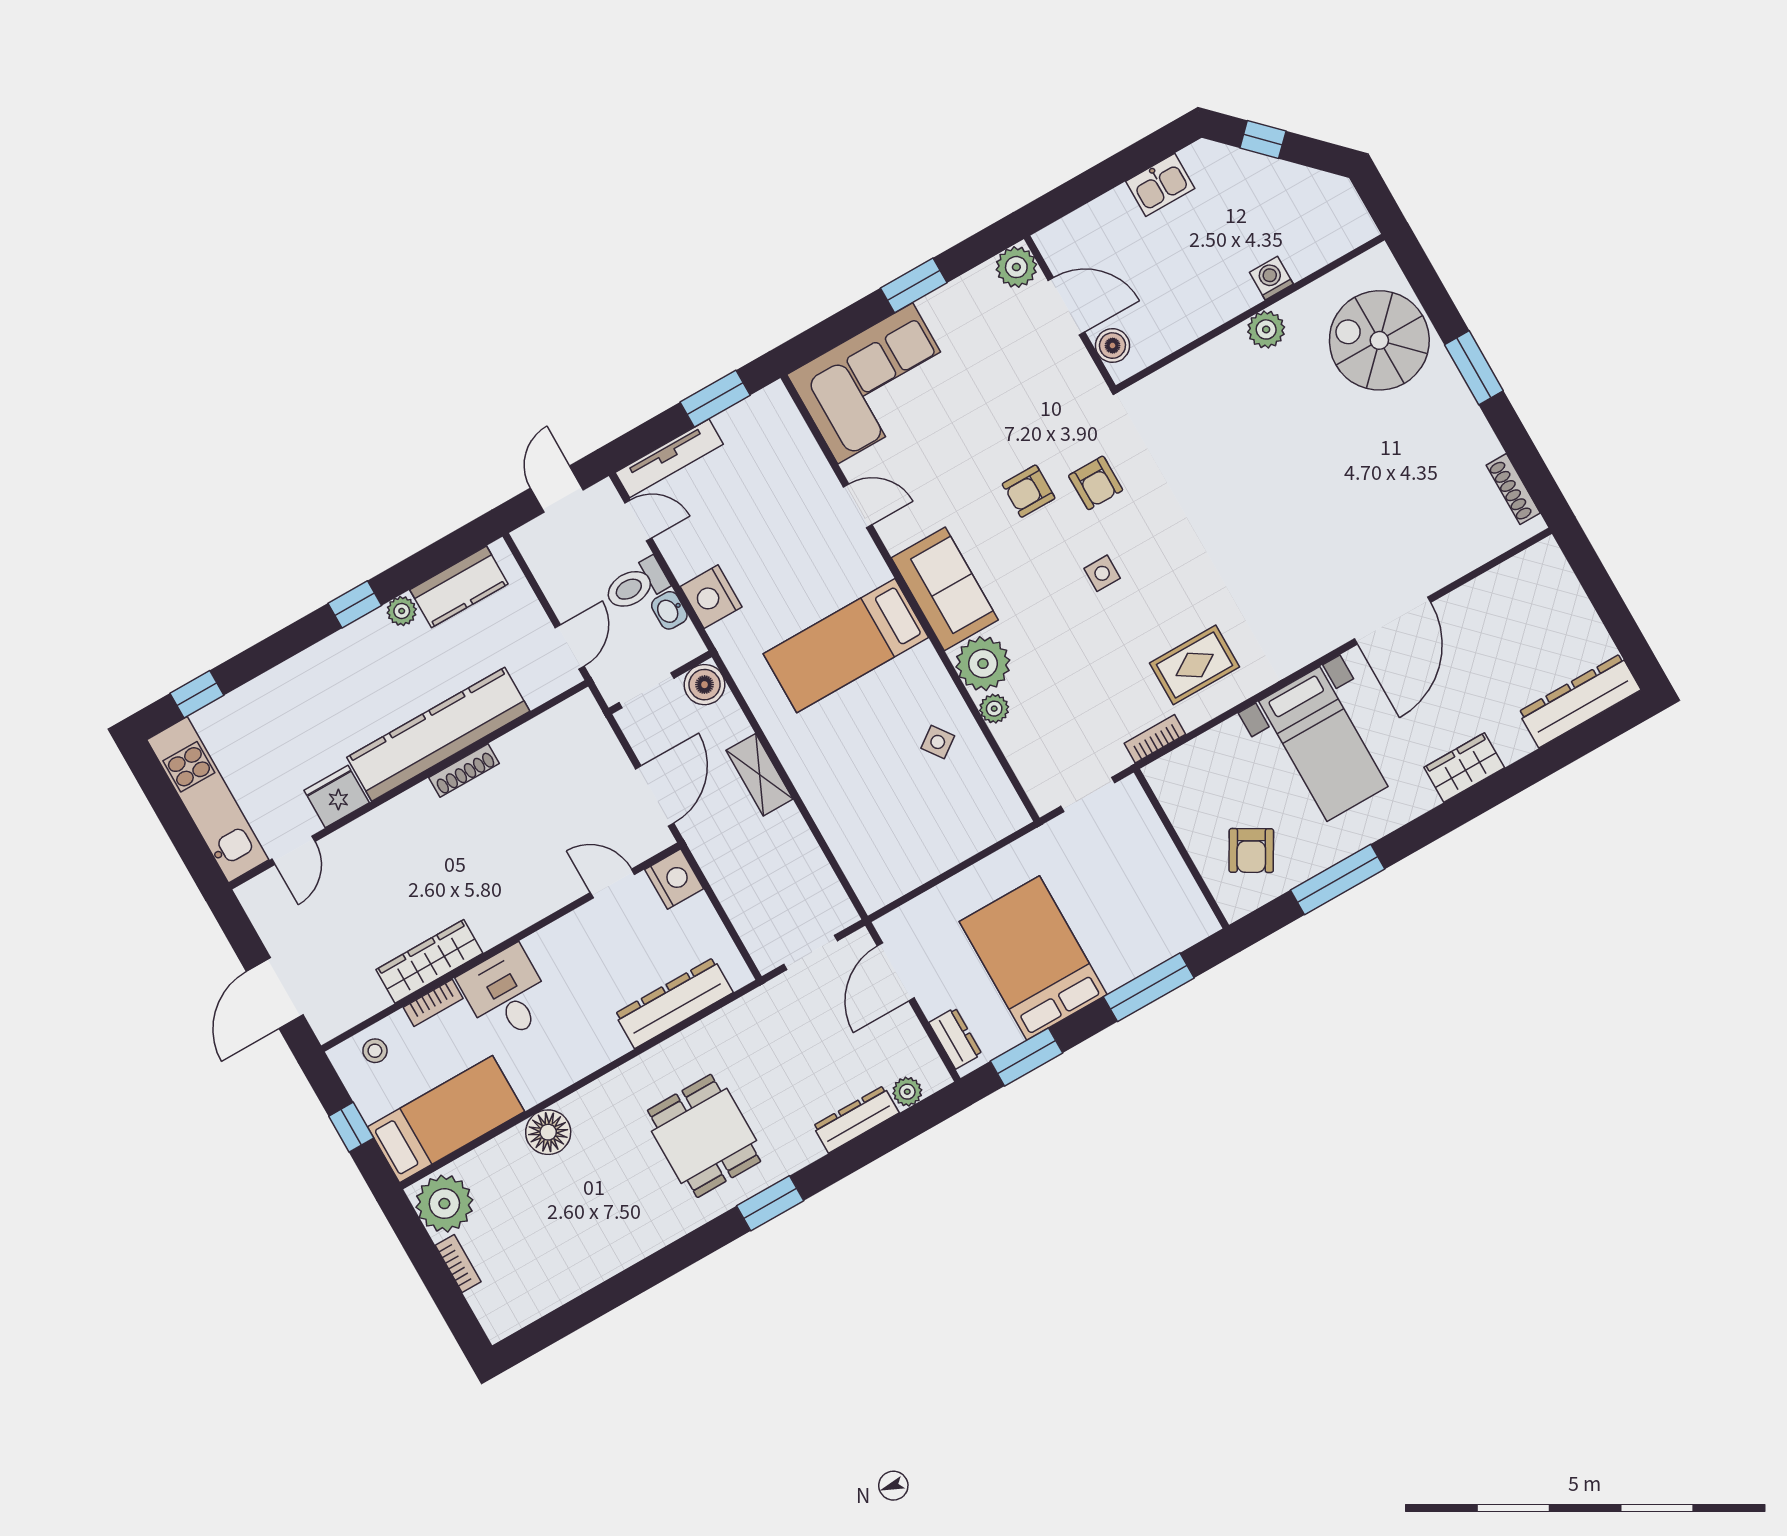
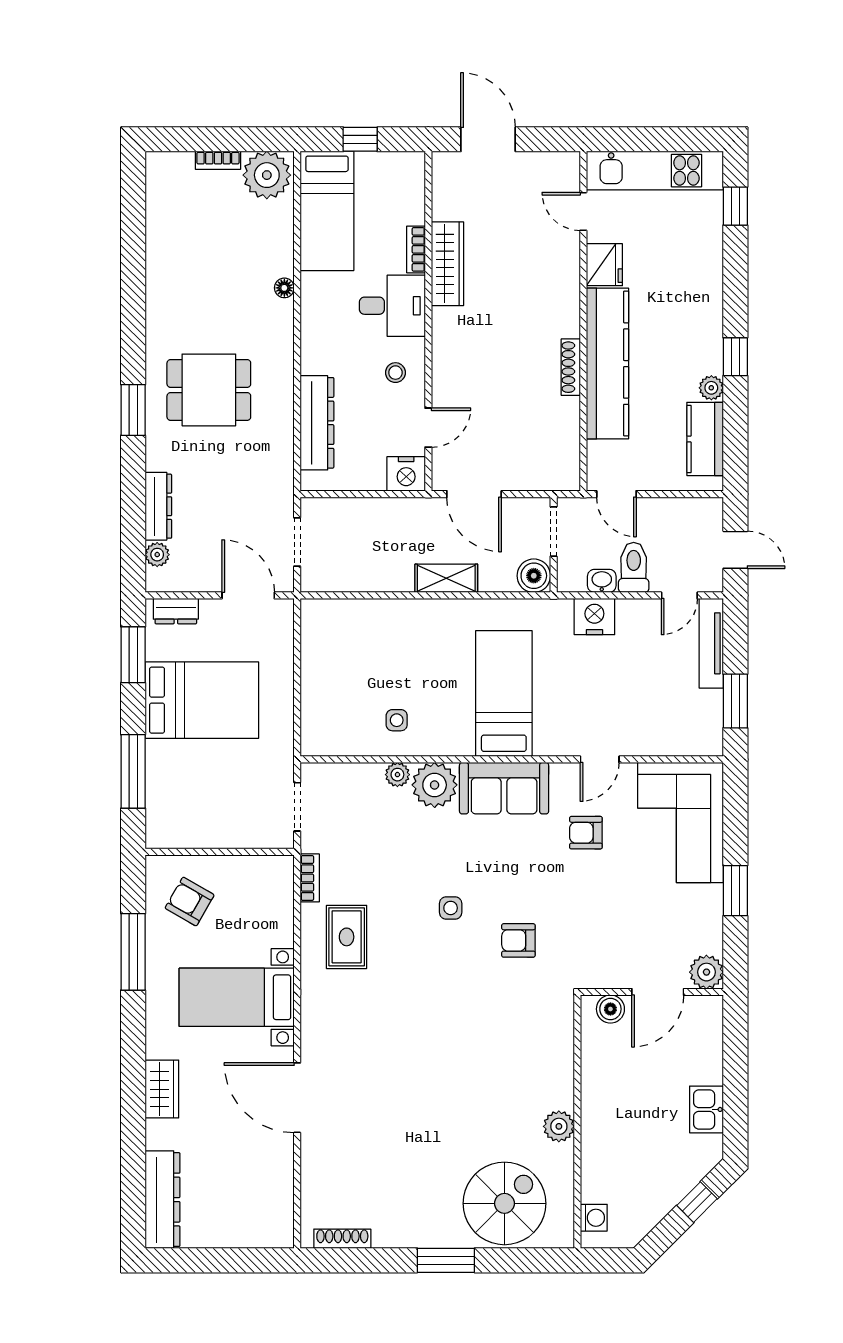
washing machine: (1271, 278) -> (594, 1218), moved
armchair: (1029, 491) -> (586, 833), moved, turned -90
side table: (938, 742) -> (397, 720), turned 36
stool: (375, 1051) -> (395, 373), moved
floor lamp: (548, 1132) -> (284, 288), width x0.53, depth x0.53

